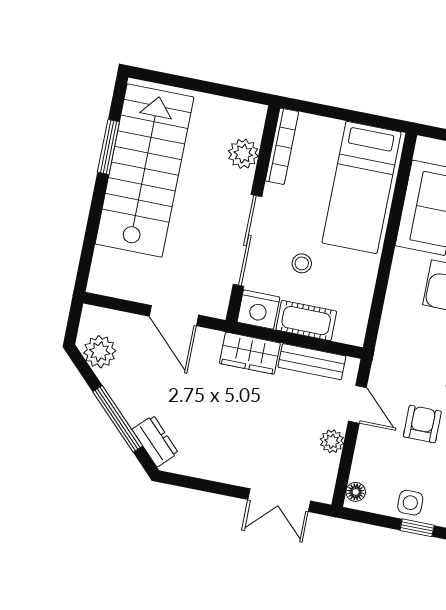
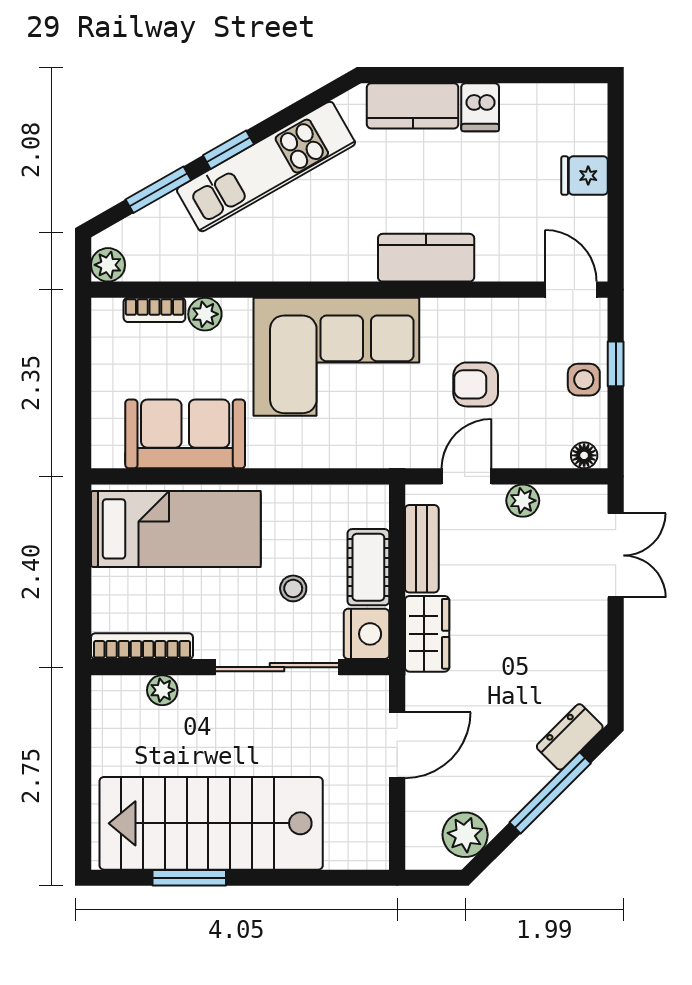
plant: (243, 154) -> (162, 690), width x0.73, depth x0.73

